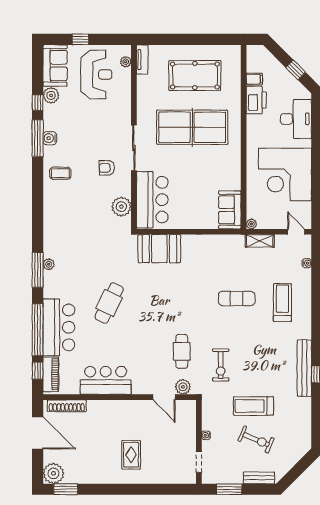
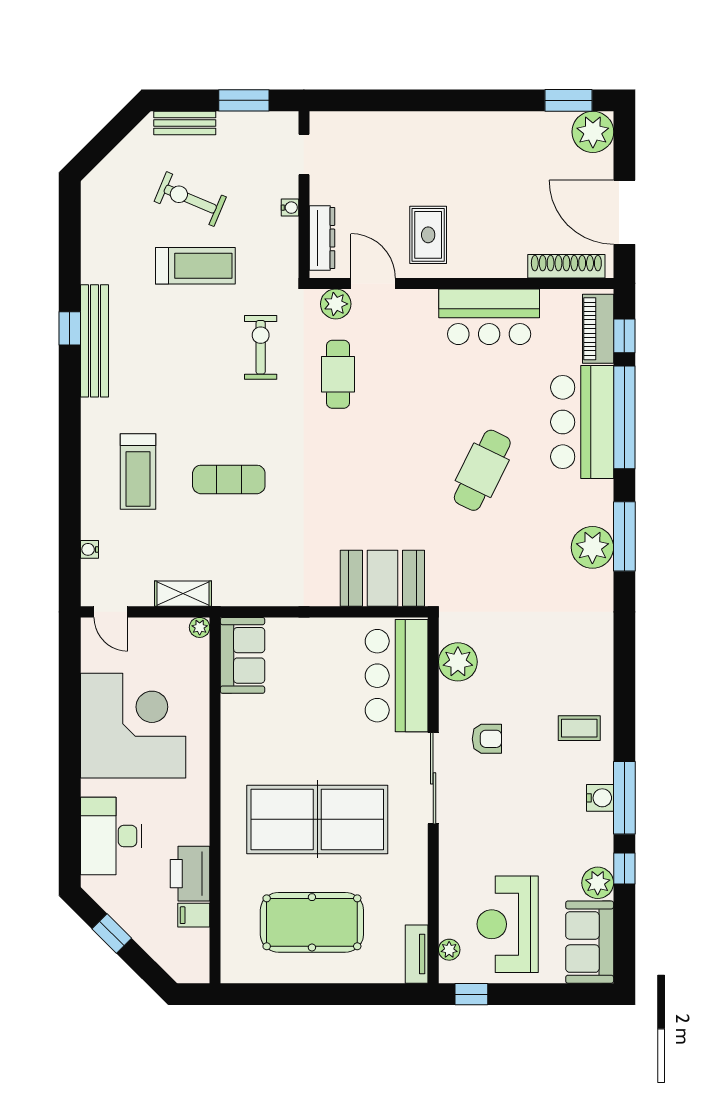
window: (80, 39) -> (471, 994), moved
plant: (49, 264) -> (592, 547), width x1.87, depth x1.87
dresser: (190, 420) -> (322, 238), added
rug: (131, 455) -> (428, 235), moved

